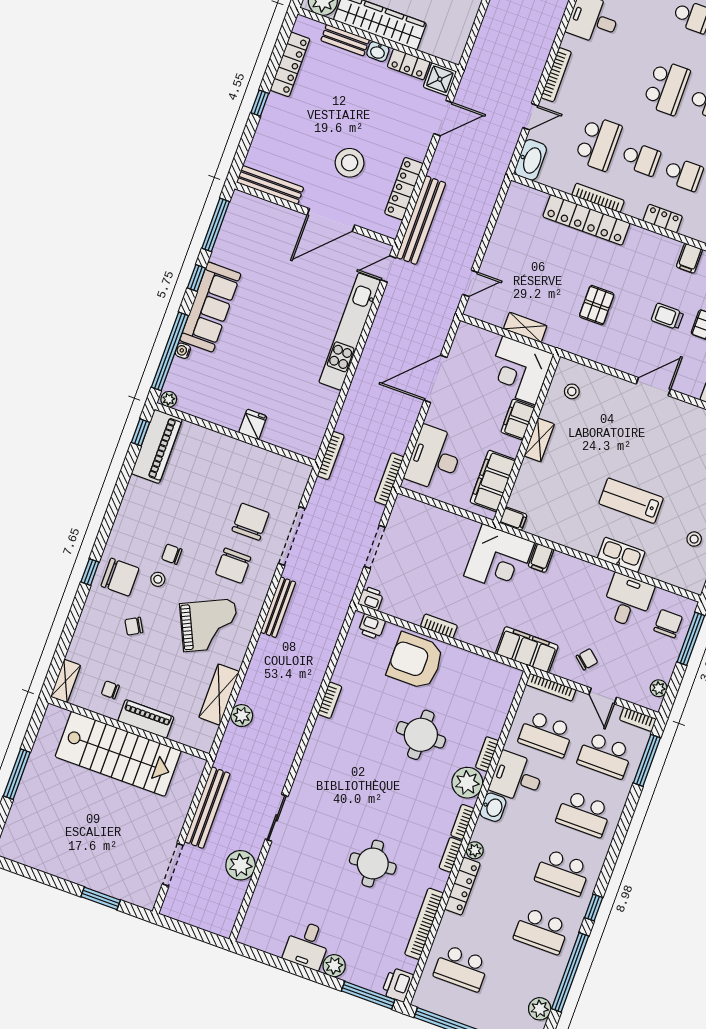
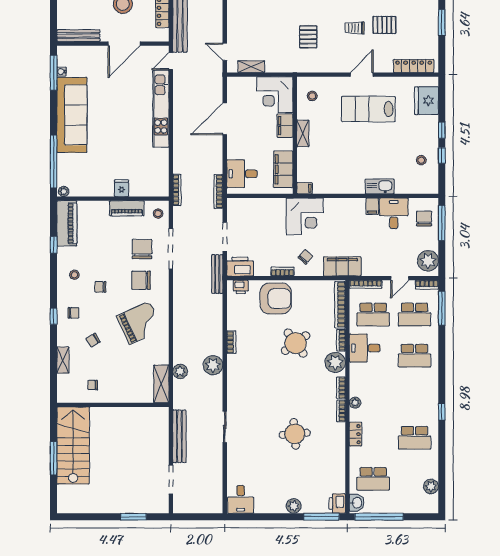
window: (196, 278) -> (54, 110), removed
door: (470, 283) -> (225, 52), swing flipped
sofa: (210, 307) -> (72, 115), width x1.36, depth x1.27
shelving: (525, 327) -> (251, 67), moved
water cooler: (183, 351) -> (62, 72), moved
window: (141, 432) -> (54, 245), moved
desk: (434, 458) -> (242, 174), width x0.73
stool: (292, 479) -> (158, 214), added
lab bench: (631, 501) -> (368, 109), moved, width x1.36, depth x1.39
filing cabinet: (541, 558) -> (372, 206), moved
chair: (233, 566) -> (141, 280), turned 90
chair: (120, 577) -> (73, 313), width x0.54, depth x0.54
stool: (158, 579) -> (74, 275), moved
printer: (371, 598) -> (240, 267), width x1.87, depth x1.48
bench: (278, 607) -> (217, 274), moved
chair: (587, 659) -> (305, 257), moved
armchair: (415, 661) -> (276, 299), turned 180
shelving: (66, 681) -> (63, 360), moved
plant: (659, 688) -> (428, 261), width x1.88, depth x1.88
shelving: (219, 694) -> (161, 384), moved
door: (603, 696) -> (400, 278), hinge flipped
piano: (146, 719) -> (127, 208), moved, turned 180
round table: (421, 735) -> (296, 343), turned -36
stairs: (118, 754) -> (73, 445), moved, turned -90
washbasin: (493, 807) -> (357, 503), moved
plant: (241, 865) -> (213, 365), moved
school desk: (563, 872) -> (415, 397), removed
locker: (462, 886) -> (355, 434), width x0.66
bookcase: (424, 924) -> (340, 305), moved
desk: (307, 945) -> (241, 499), moved
window: (570, 972) -> (442, 457), removed

